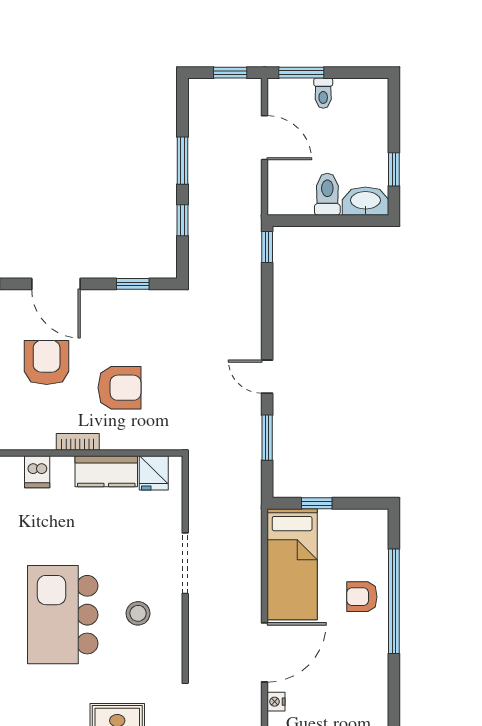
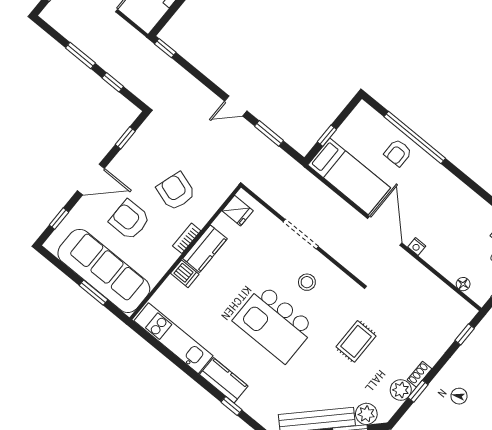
armchair: (120, 388) -> (176, 191), turned -72
kitchen counter: (106, 471) -> (205, 249), moved

